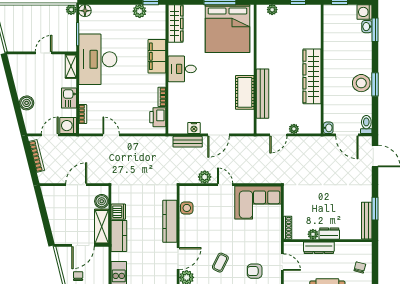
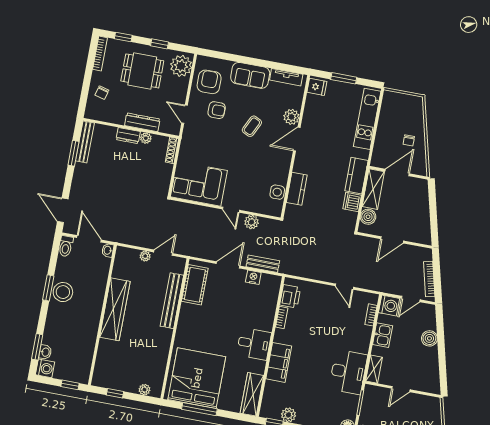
desk: (98, 59) -> (348, 372), width x0.73, depth x0.77
cot: (245, 92) -> (195, 285), moved
kitchen counter: (170, 221) -> (297, 189), width x0.67

